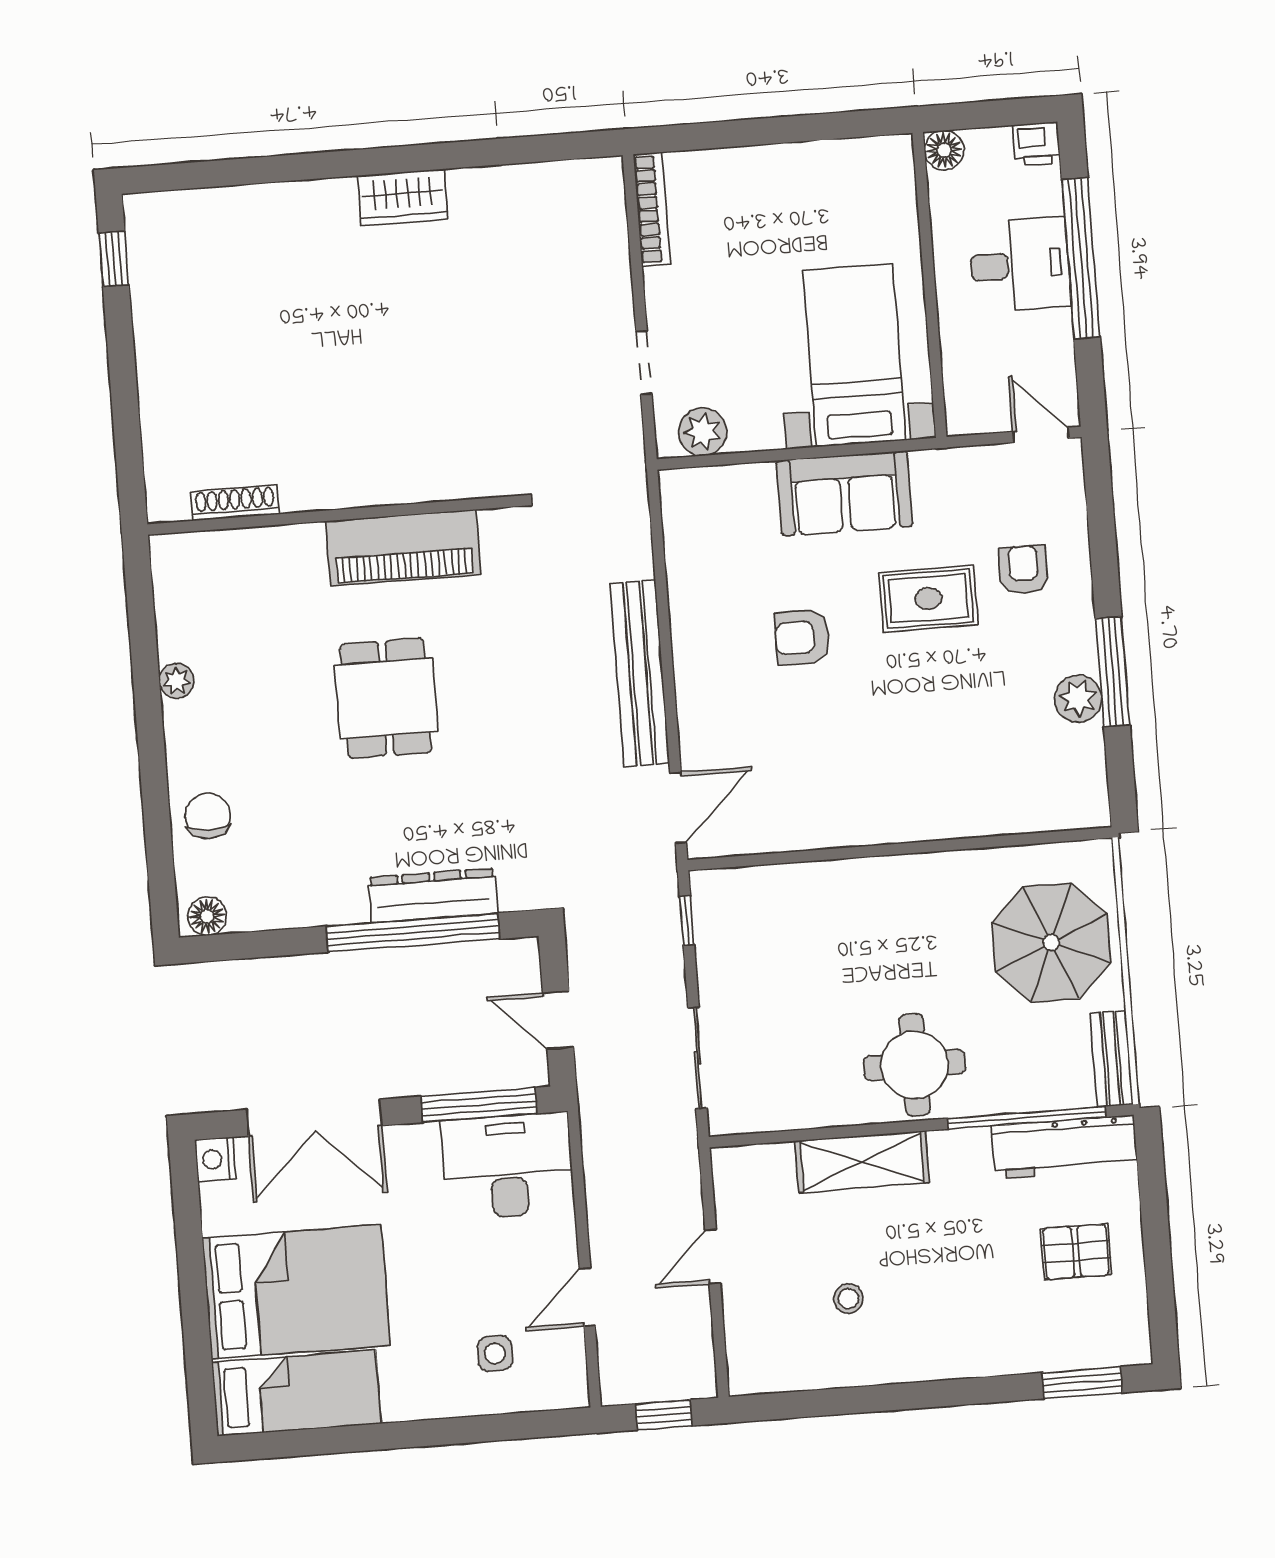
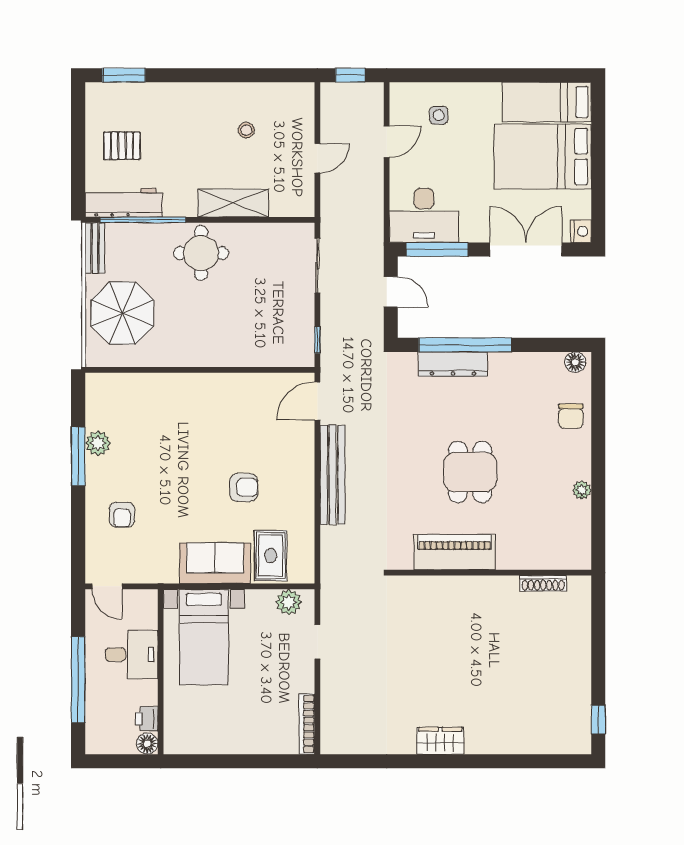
printer: (1036, 144) -> (147, 719), moved, turned -90
desk: (1020, 265) -> (132, 655), moved, turned 180
rug: (928, 599) -> (271, 556), moved, turned 90

